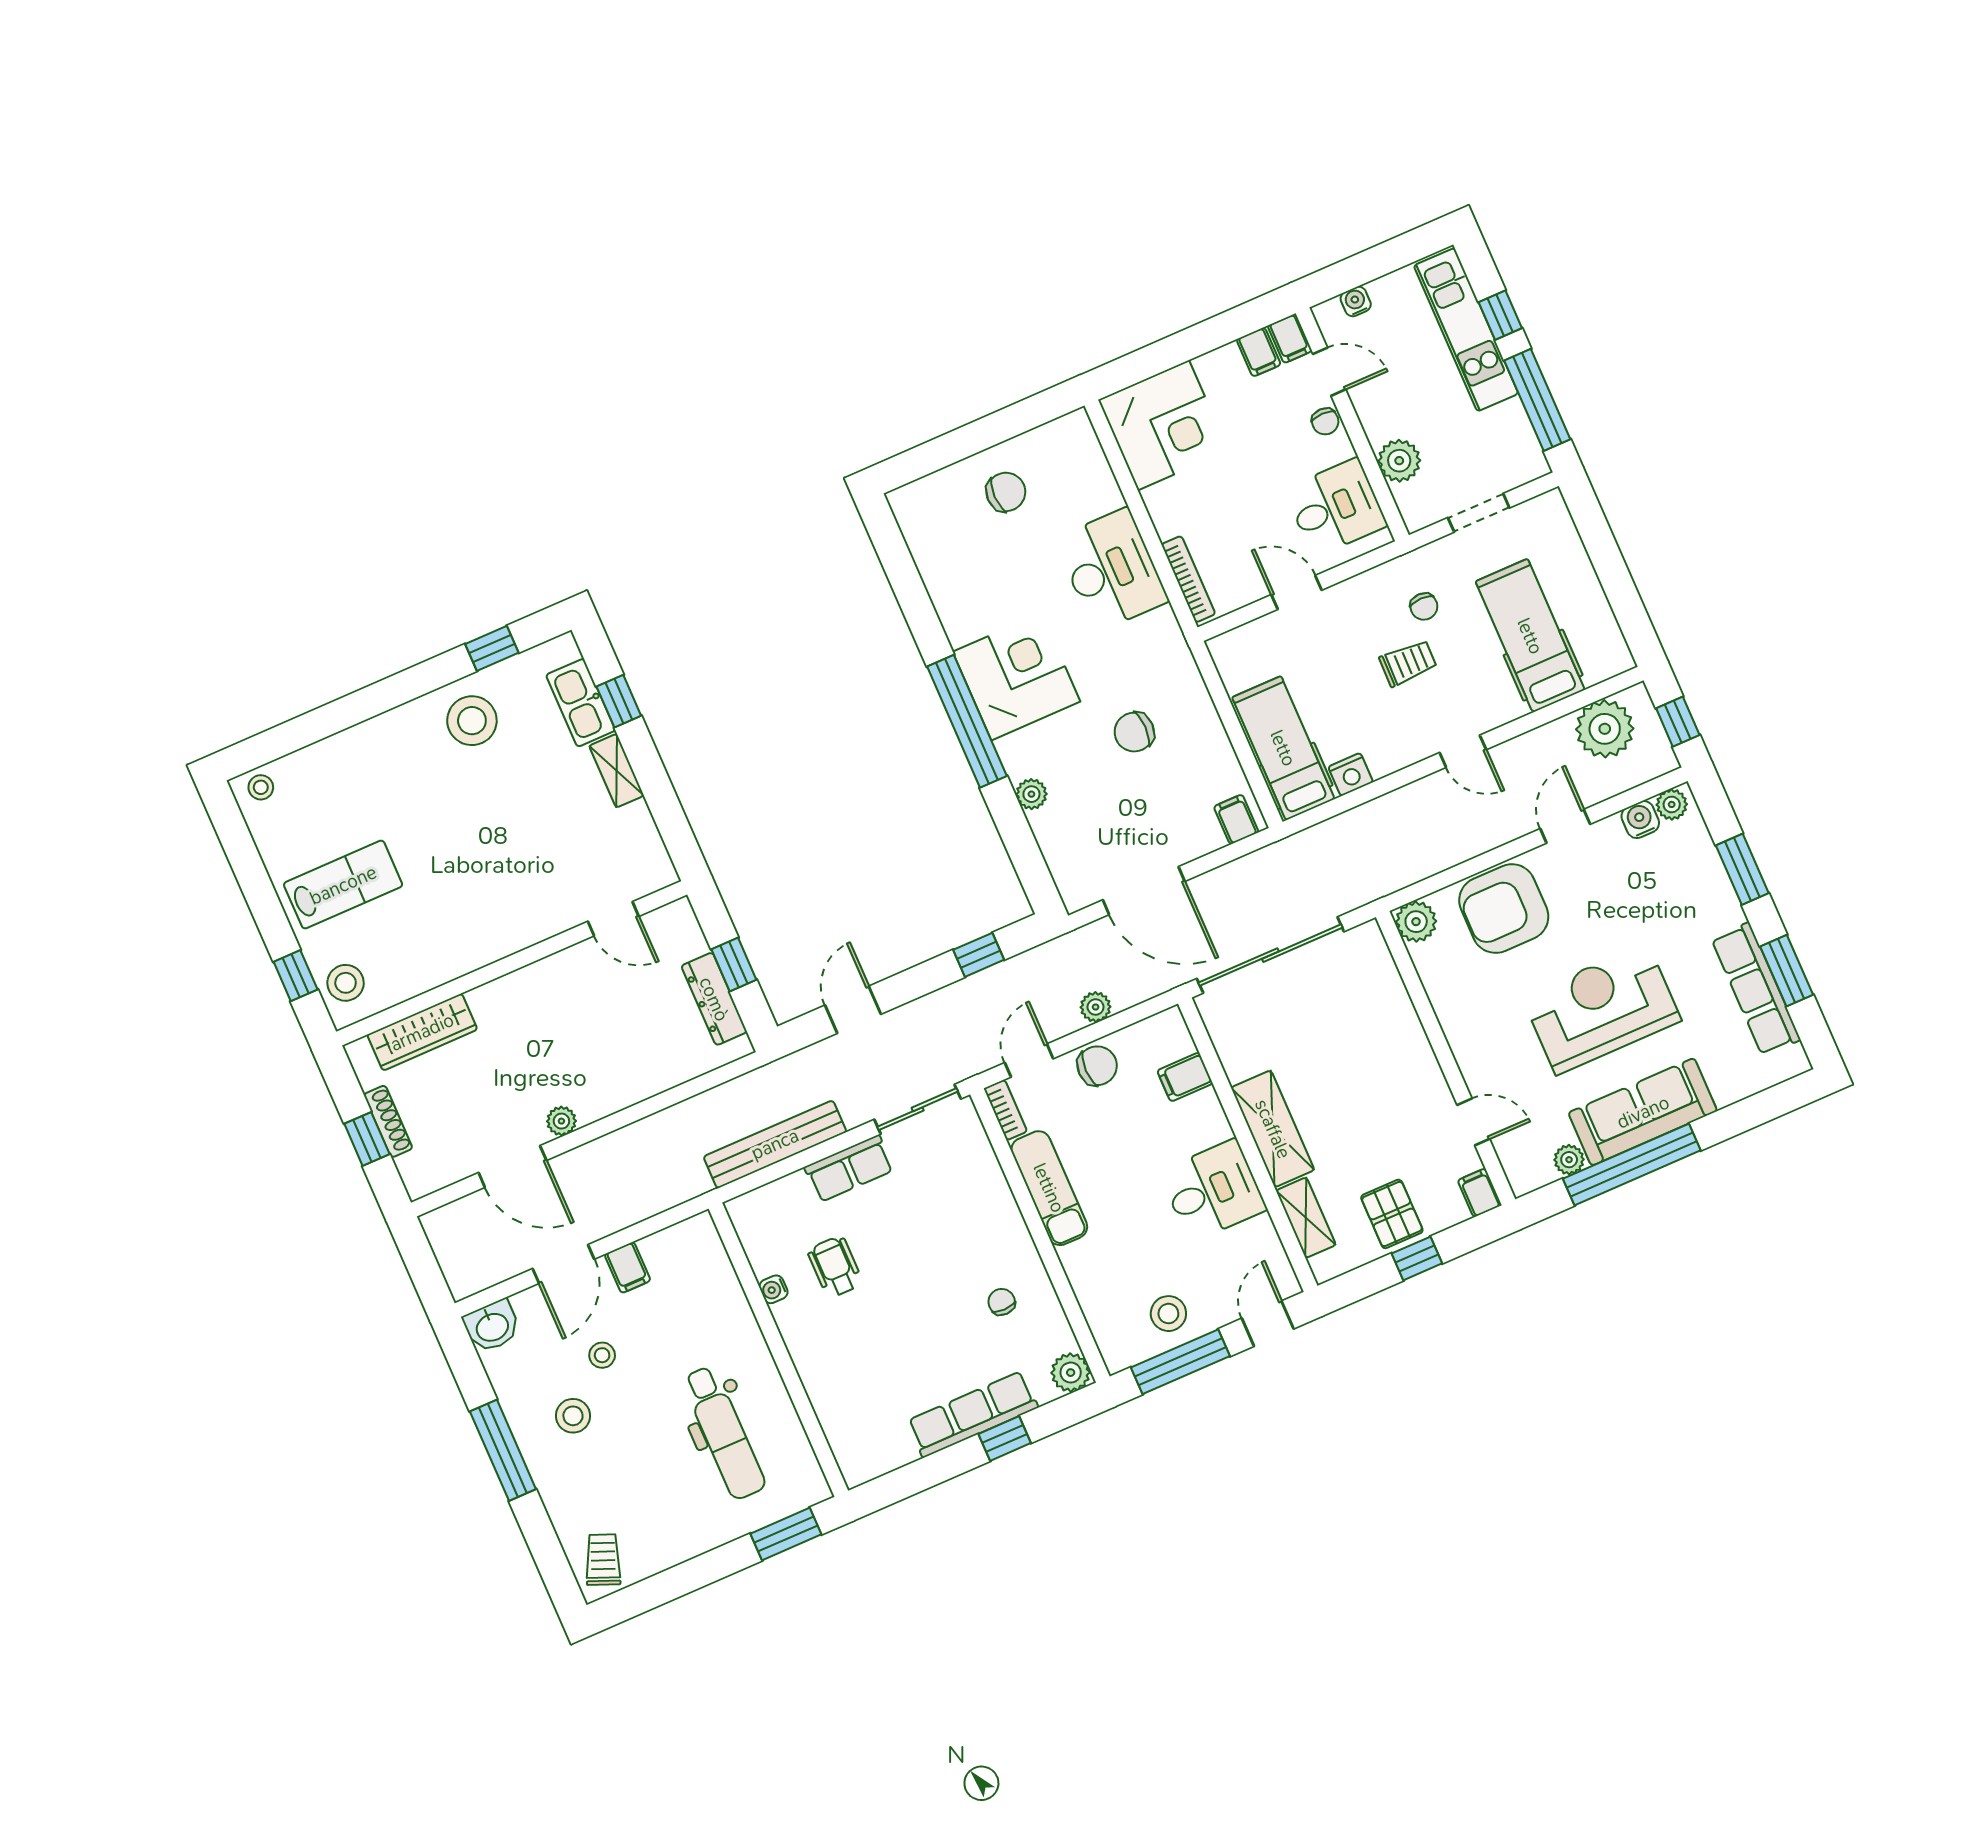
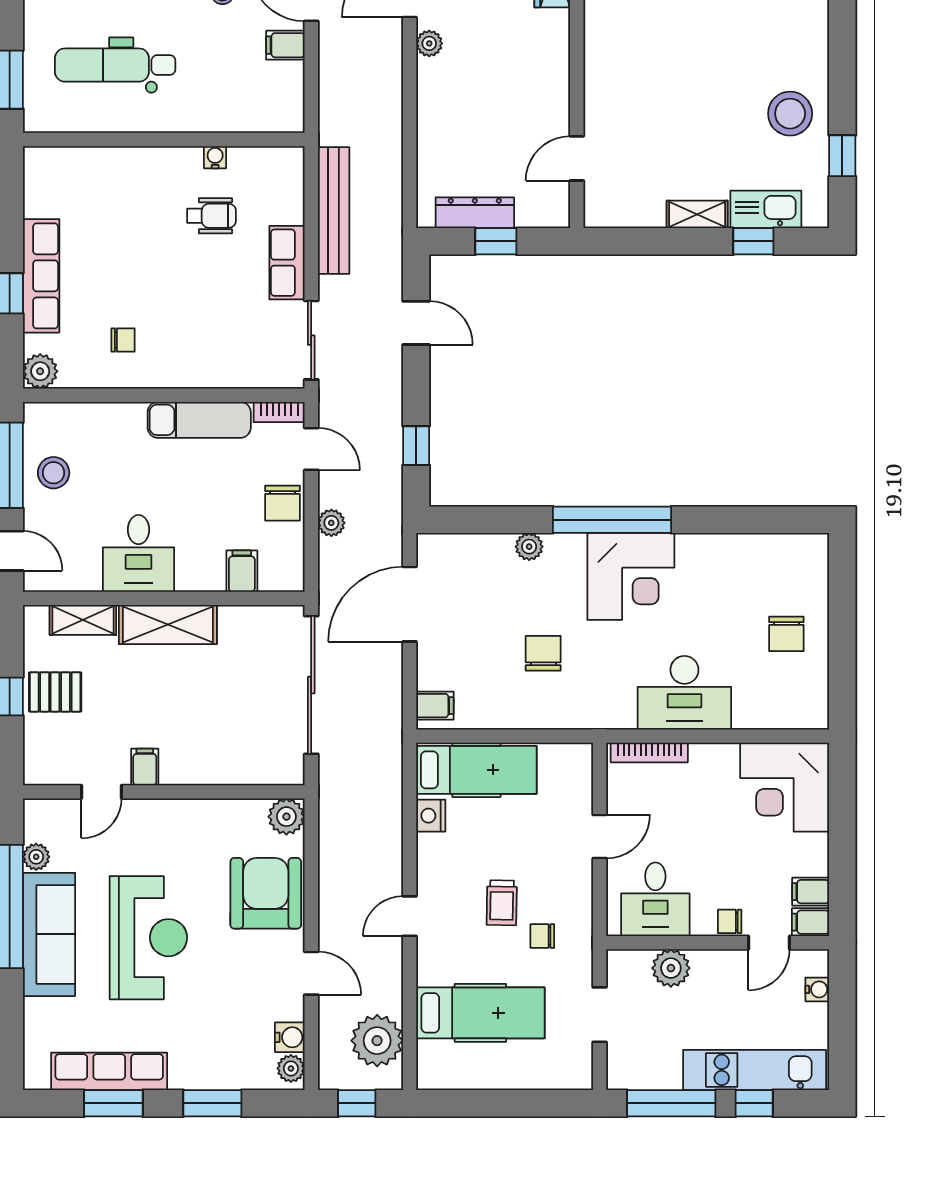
filing cabinet: (1480, 1193) -> (145, 767), moved, turned -90

